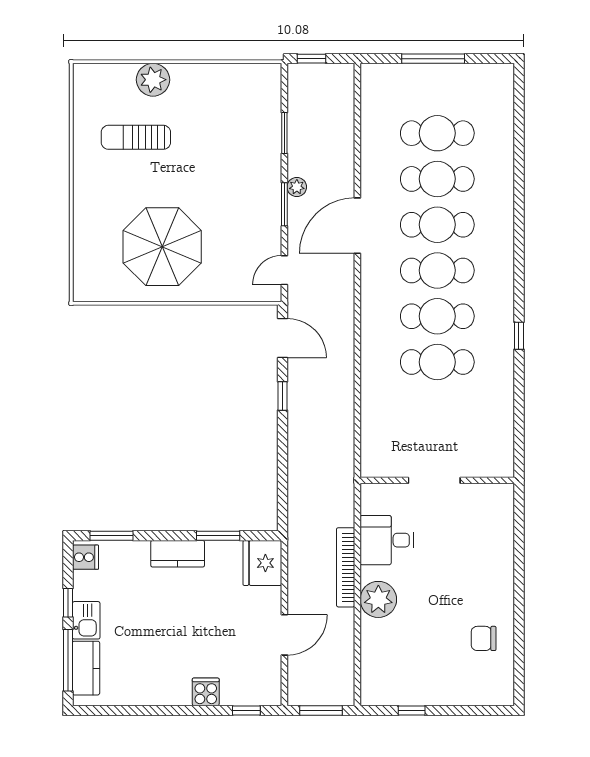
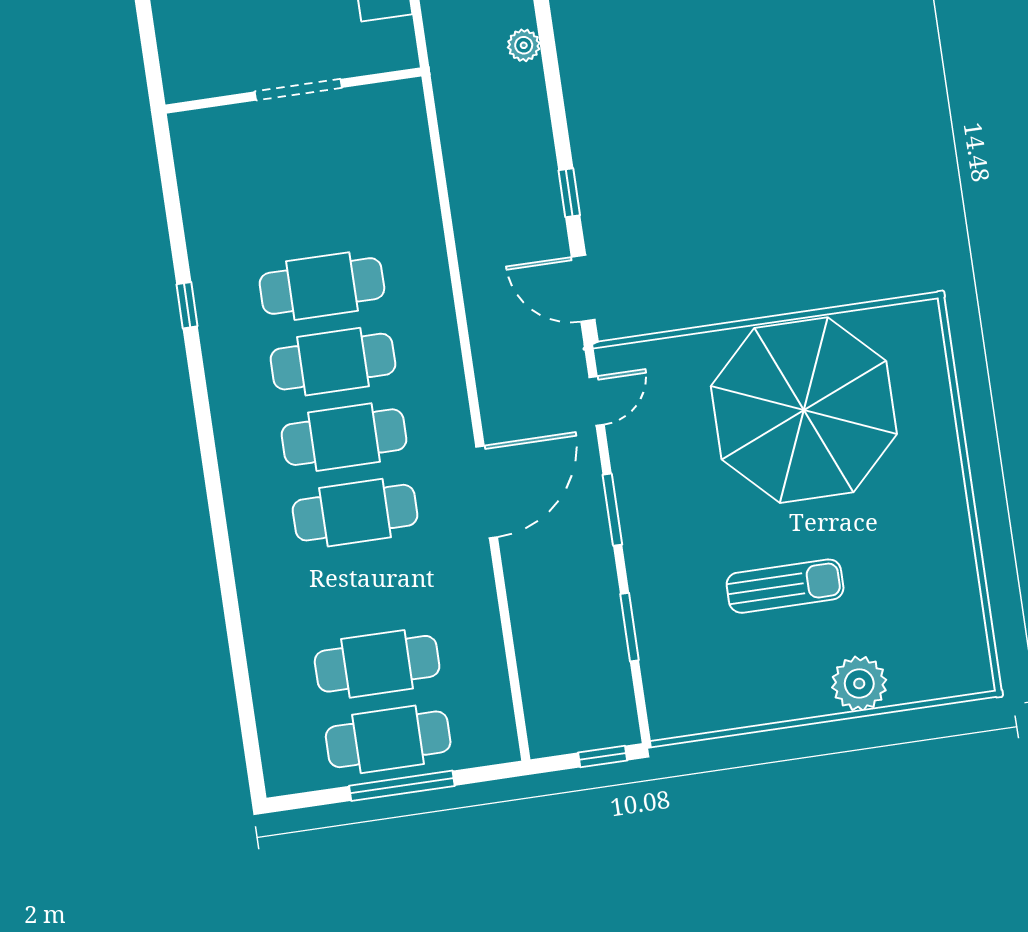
sun lounger: (136, 137) -> (785, 586), moved
cafe table: (437, 179) -> (388, 739), moved
plant: (297, 187) -> (524, 45), moved
parasol: (162, 247) -> (804, 410), width x1.36, depth x1.36
window: (519, 336) -> (187, 305), moved

